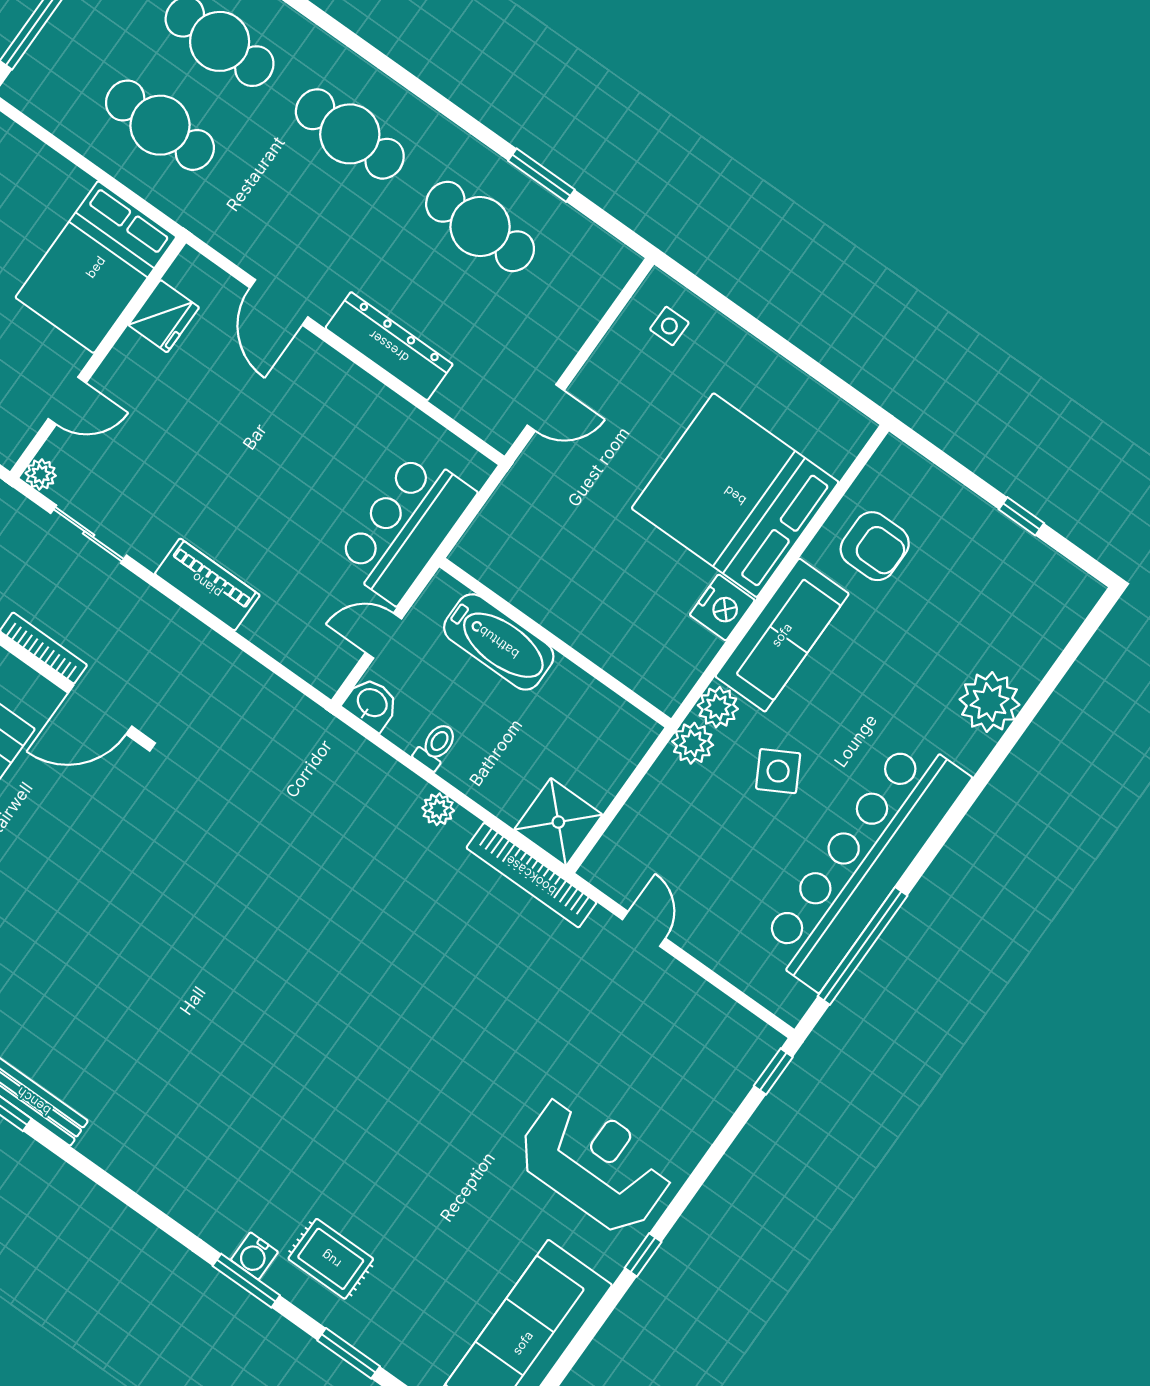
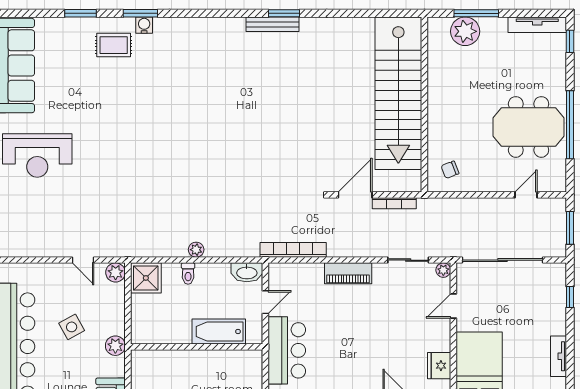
washbasin: (372, 704) -> (247, 272), width x1.38
plant: (718, 707) -> (116, 272), moved
toilet: (436, 746) -> (188, 274), moved
side table: (778, 771) -> (72, 327), moved
bookcase: (531, 875) -> (293, 250), moved

